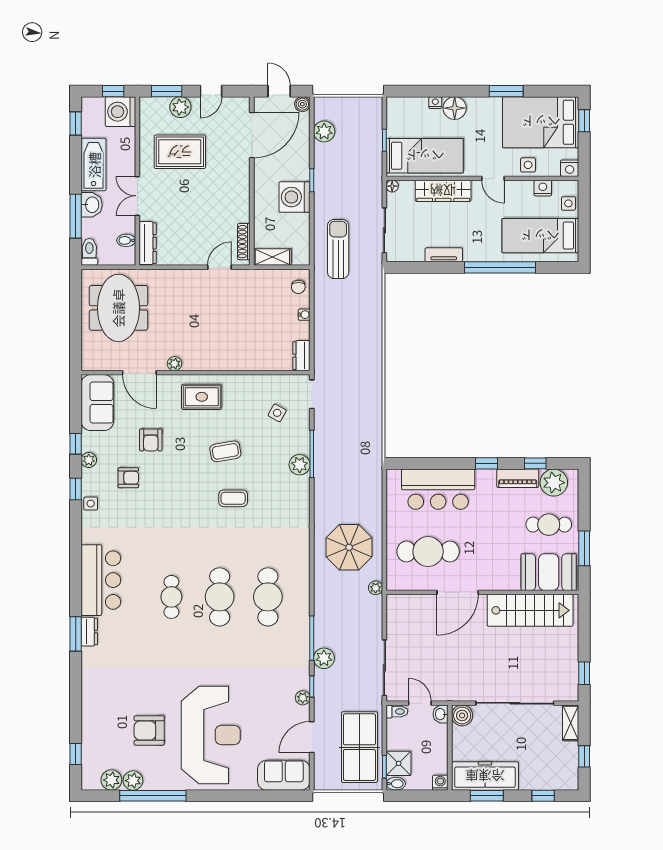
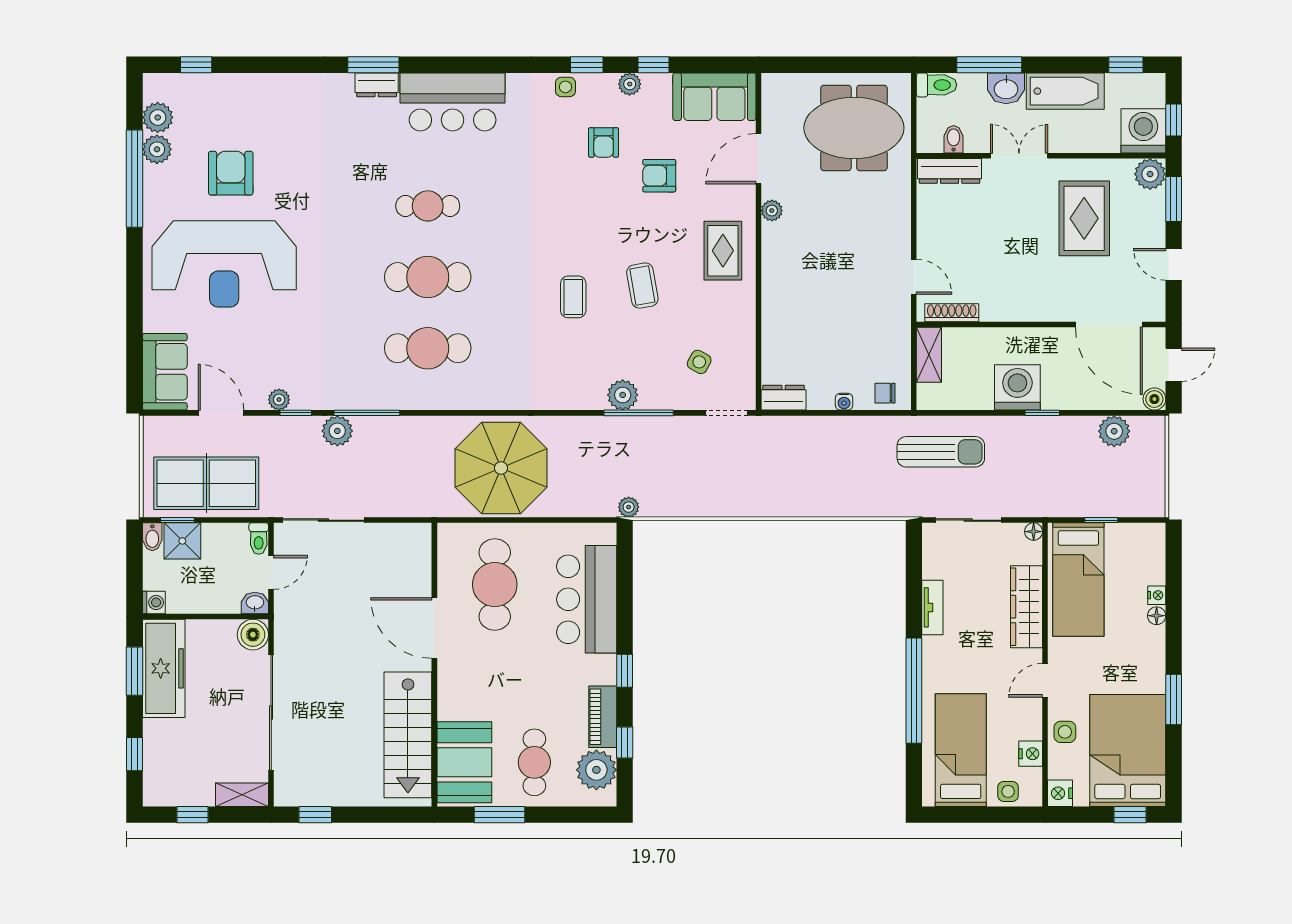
plant: (180, 107) -> (1150, 174), moved
floor lamp: (455, 108) -> (1157, 616), width x0.53, depth x0.53
parasol: (349, 547) -> (501, 468), width x1.36, depth x1.36
plant: (376, 588) -> (629, 507), moved

